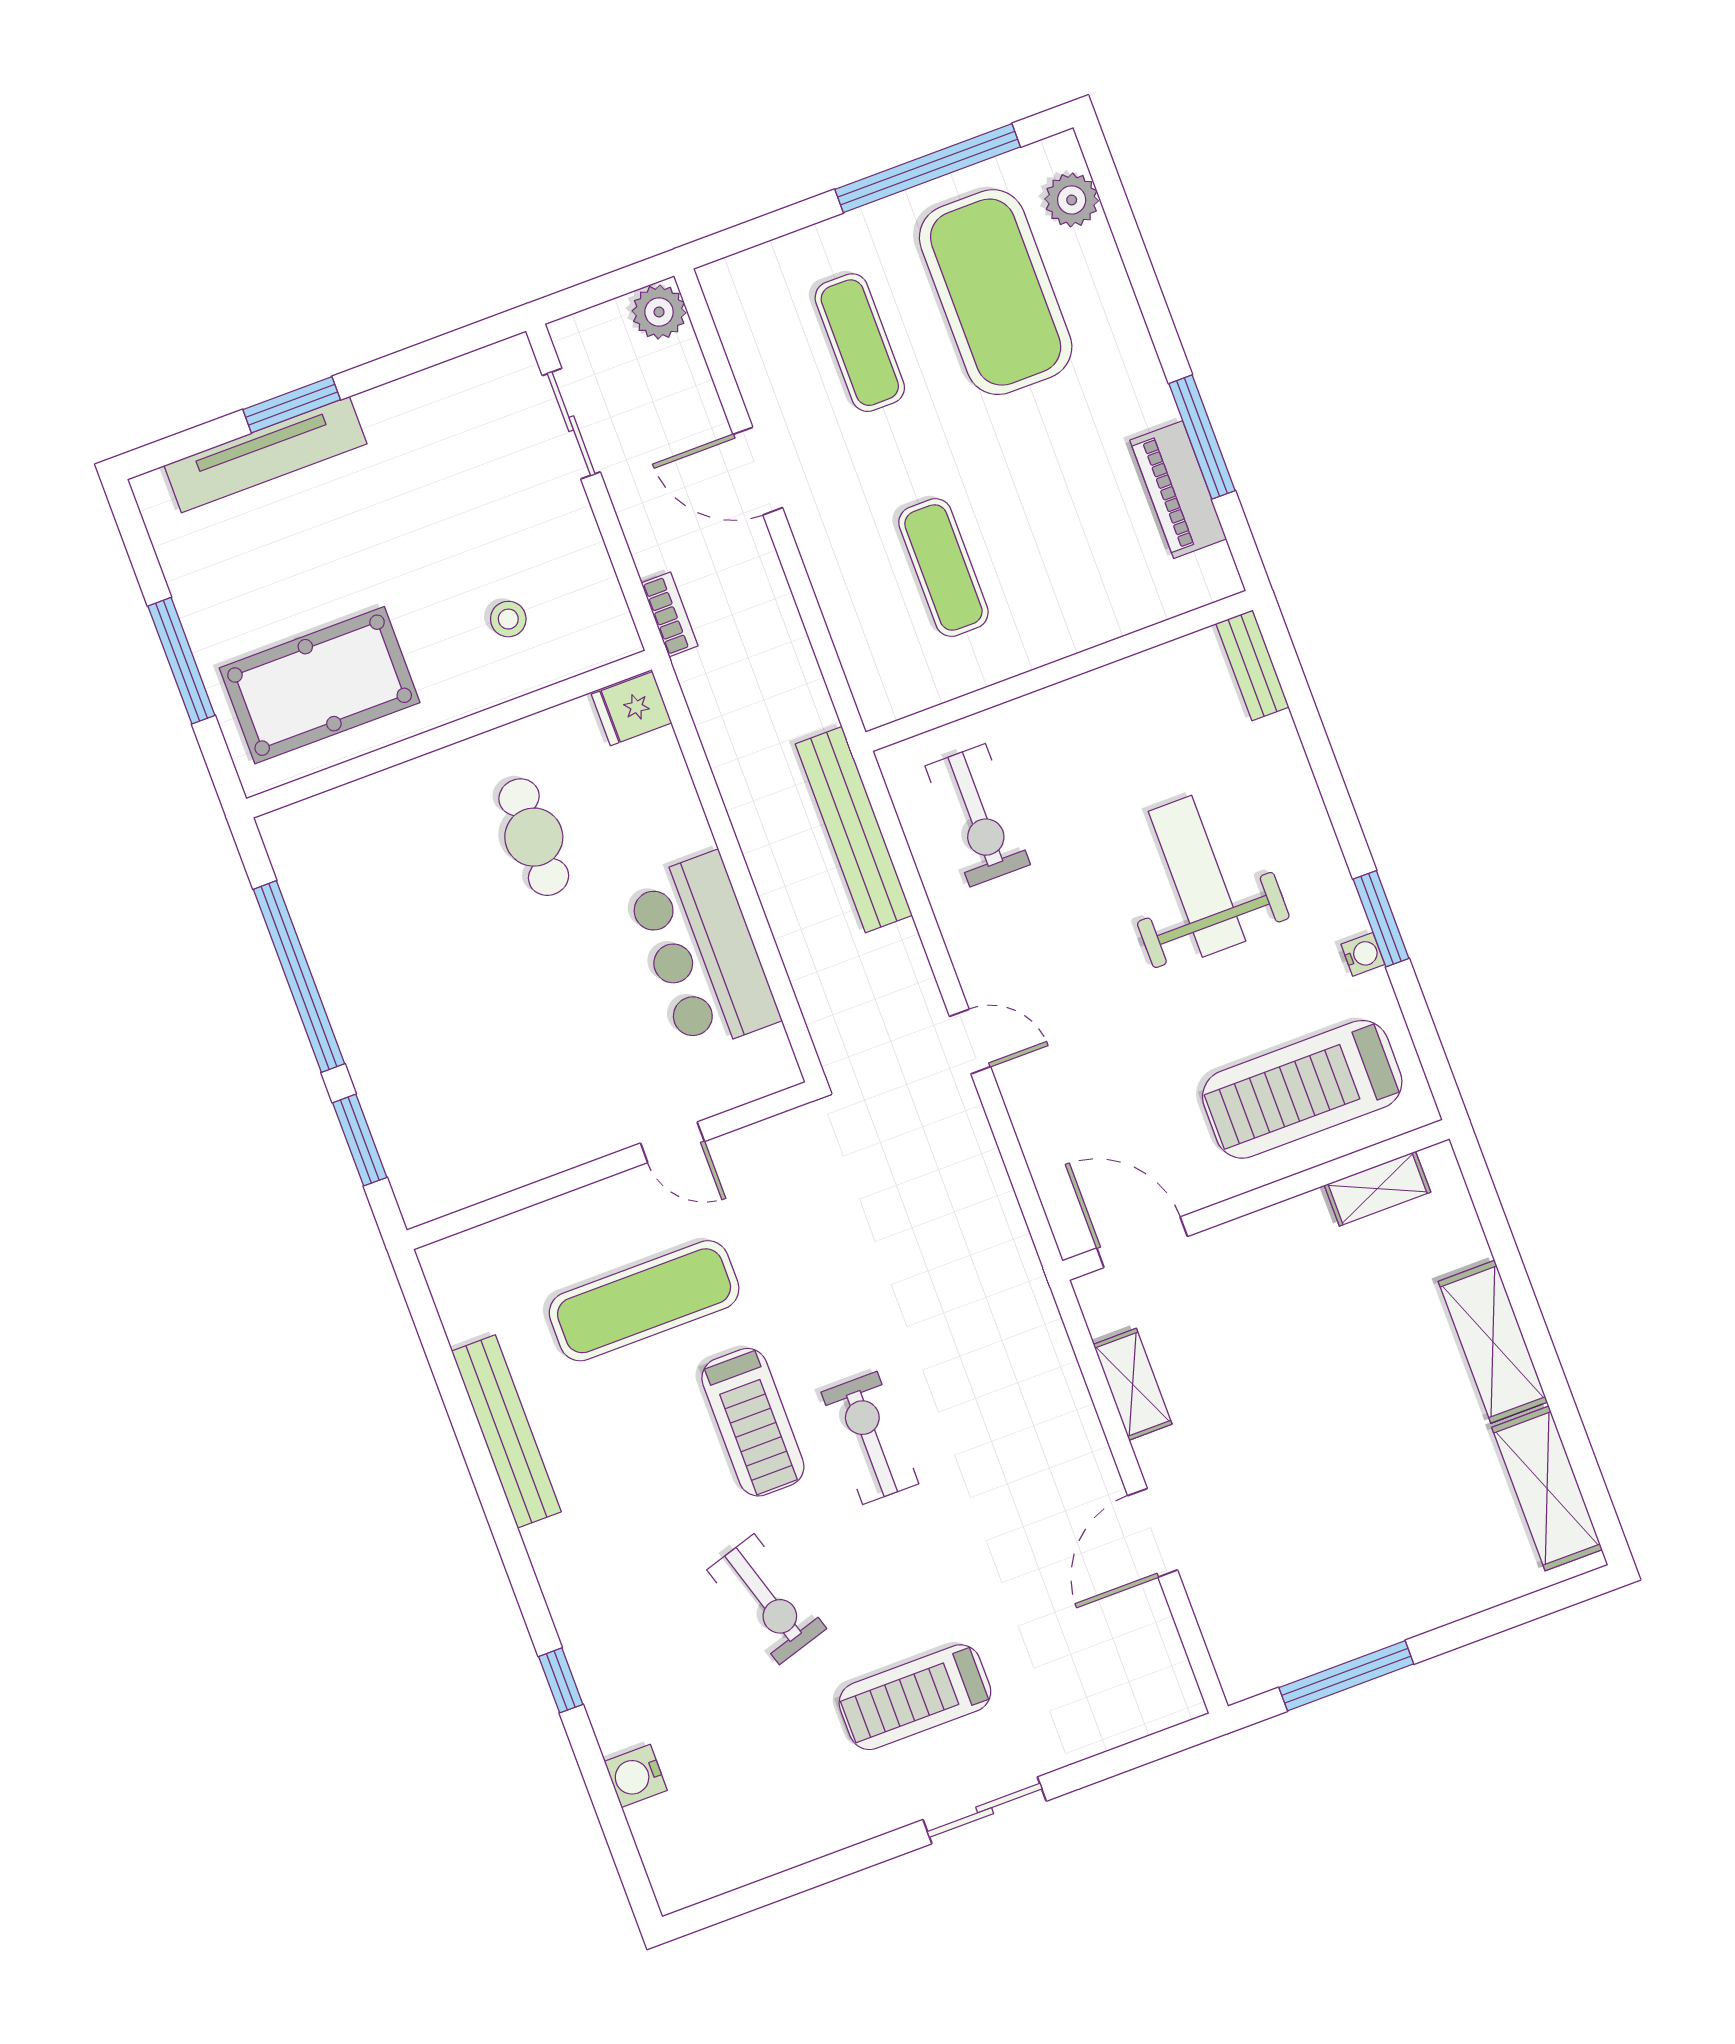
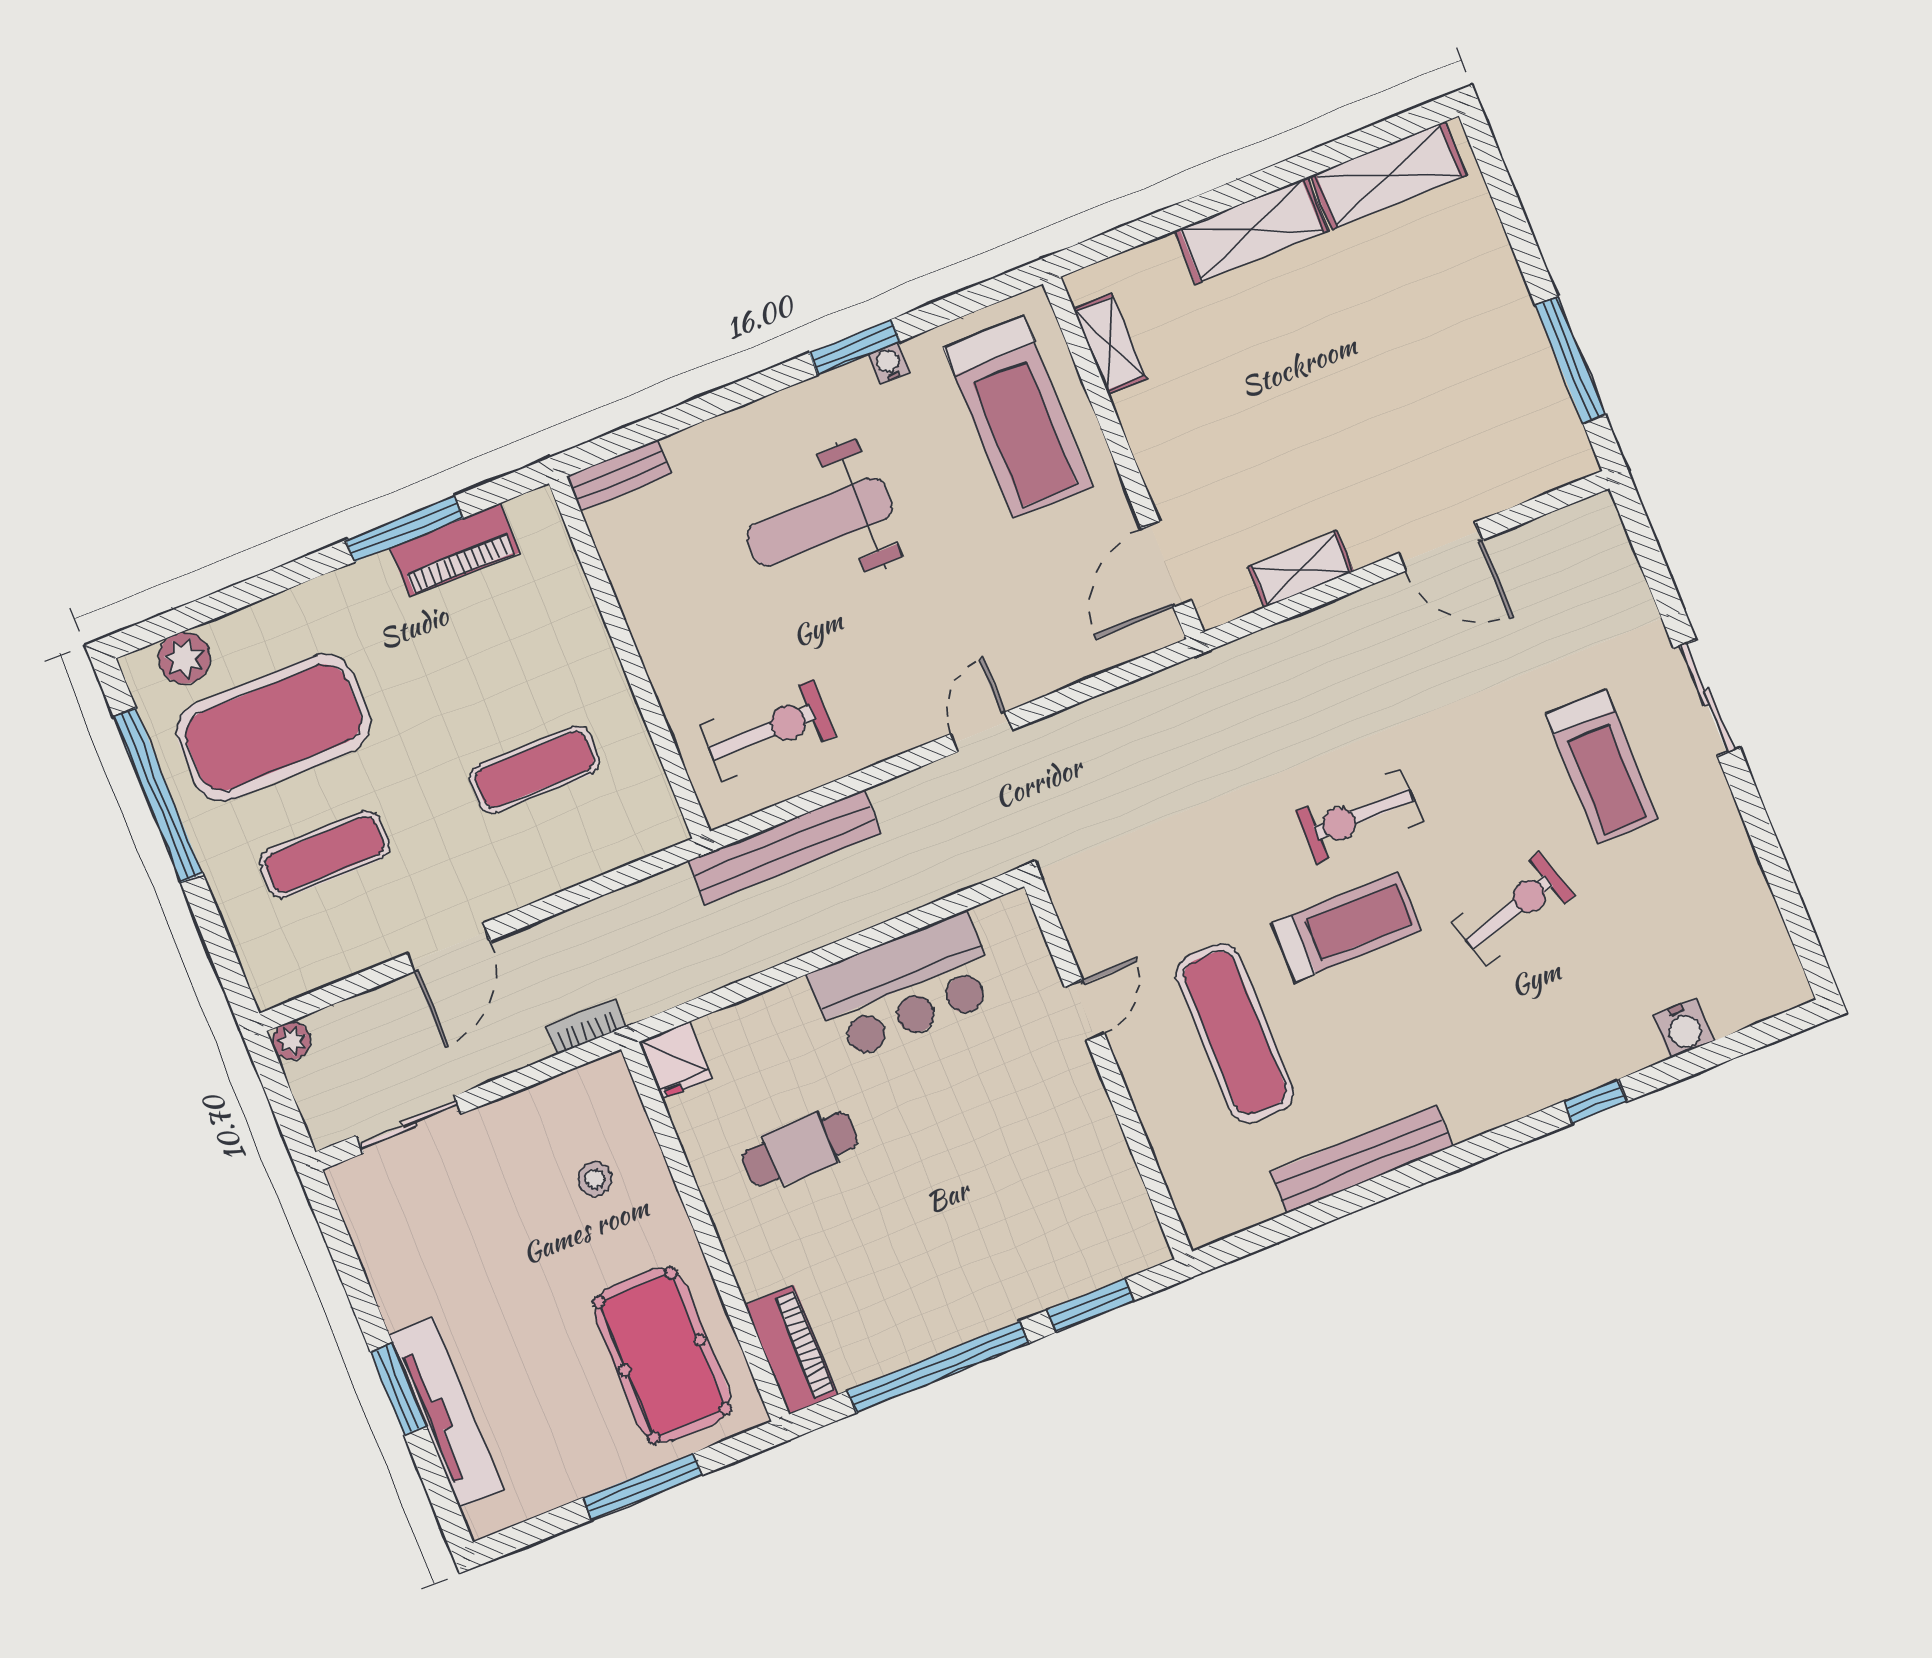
plant: (659, 312) -> (292, 1041), width x0.73, depth x0.73
piano: (322, 822) -> (791, 1350), added

